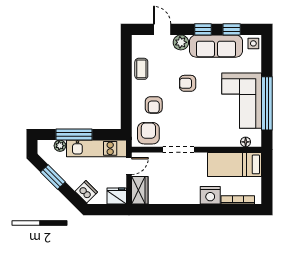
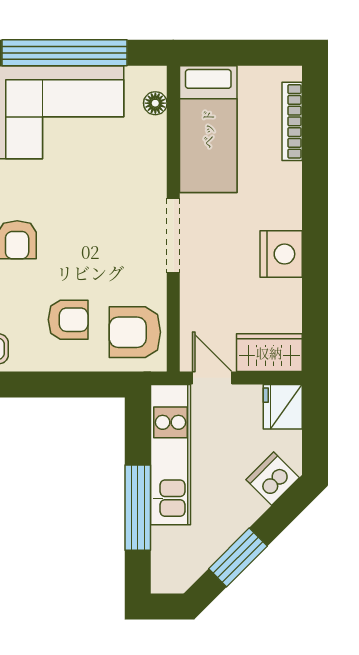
plant: (60, 146) -> (164, 541), removed
doorway: (178, 150) -> (173, 235), moved
nightstand: (210, 195) -> (281, 254), moved

